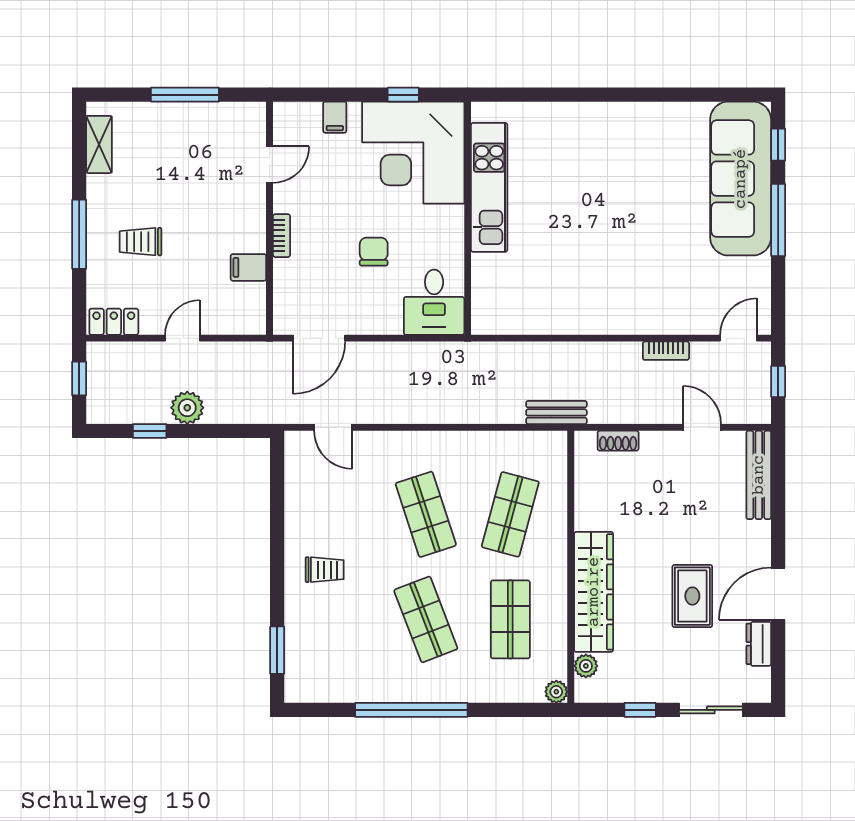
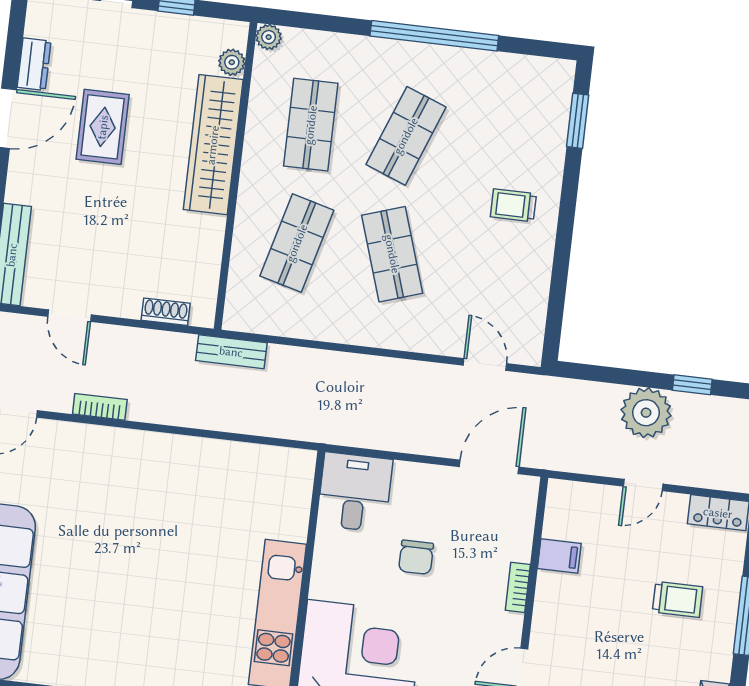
plant: (187, 408) -> (646, 413), width x1.36, depth x1.36
shop shelf: (426, 619) -> (406, 136), turned 42

